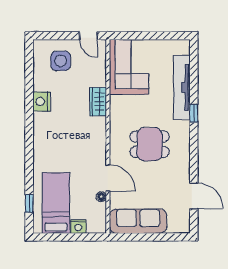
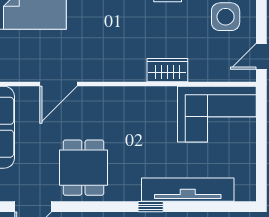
dining table: (150, 144) -> (83, 168), moved
floor lamp: (101, 197) -> (32, 75), removed

